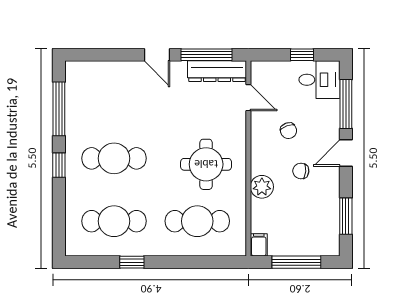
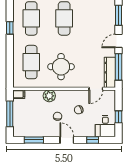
window: (108, 55) -> (118, 15), added
window: (346, 104) -> (93, 140), width x0.46

